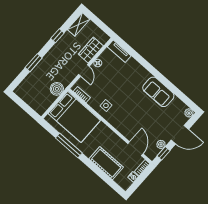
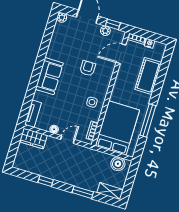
shelving: (79, 24) -> (110, 191), moved
wardrobe: (91, 50) -> (33, 139), moved
boiler: (57, 89) -> (118, 164), moved
sofa: (158, 92) -> (49, 76), moved
armchair: (136, 115) -> (88, 68), added

